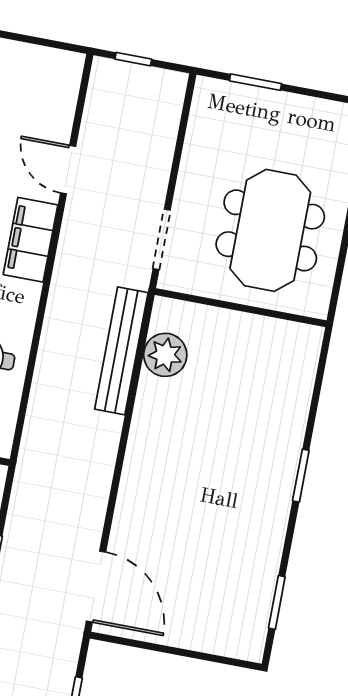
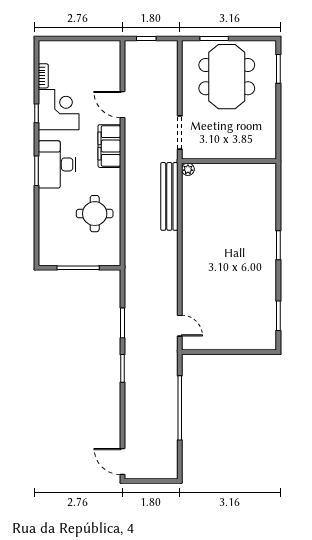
meeting table: (270, 230) -> (227, 77), moved
plant: (165, 355) -> (188, 169), moved, width x0.53, depth x0.53
door: (96, 587) -> (180, 326), width x0.53

